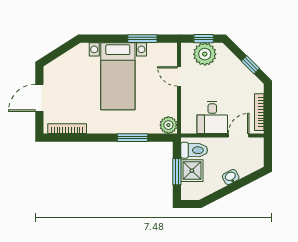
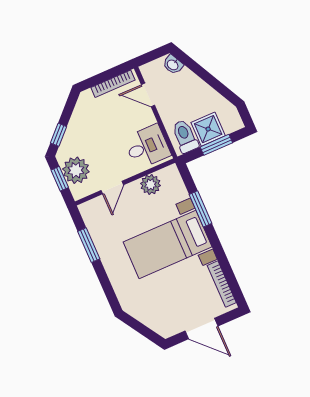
window: (250, 65) -> (58, 135), moved
bed with nightstands: (118, 76) -> (168, 244), moved, turned 180
desk: (212, 117) -> (147, 147), moved
plant: (168, 125) -> (150, 184), moved
washbasin: (231, 177) -> (173, 65), moved

